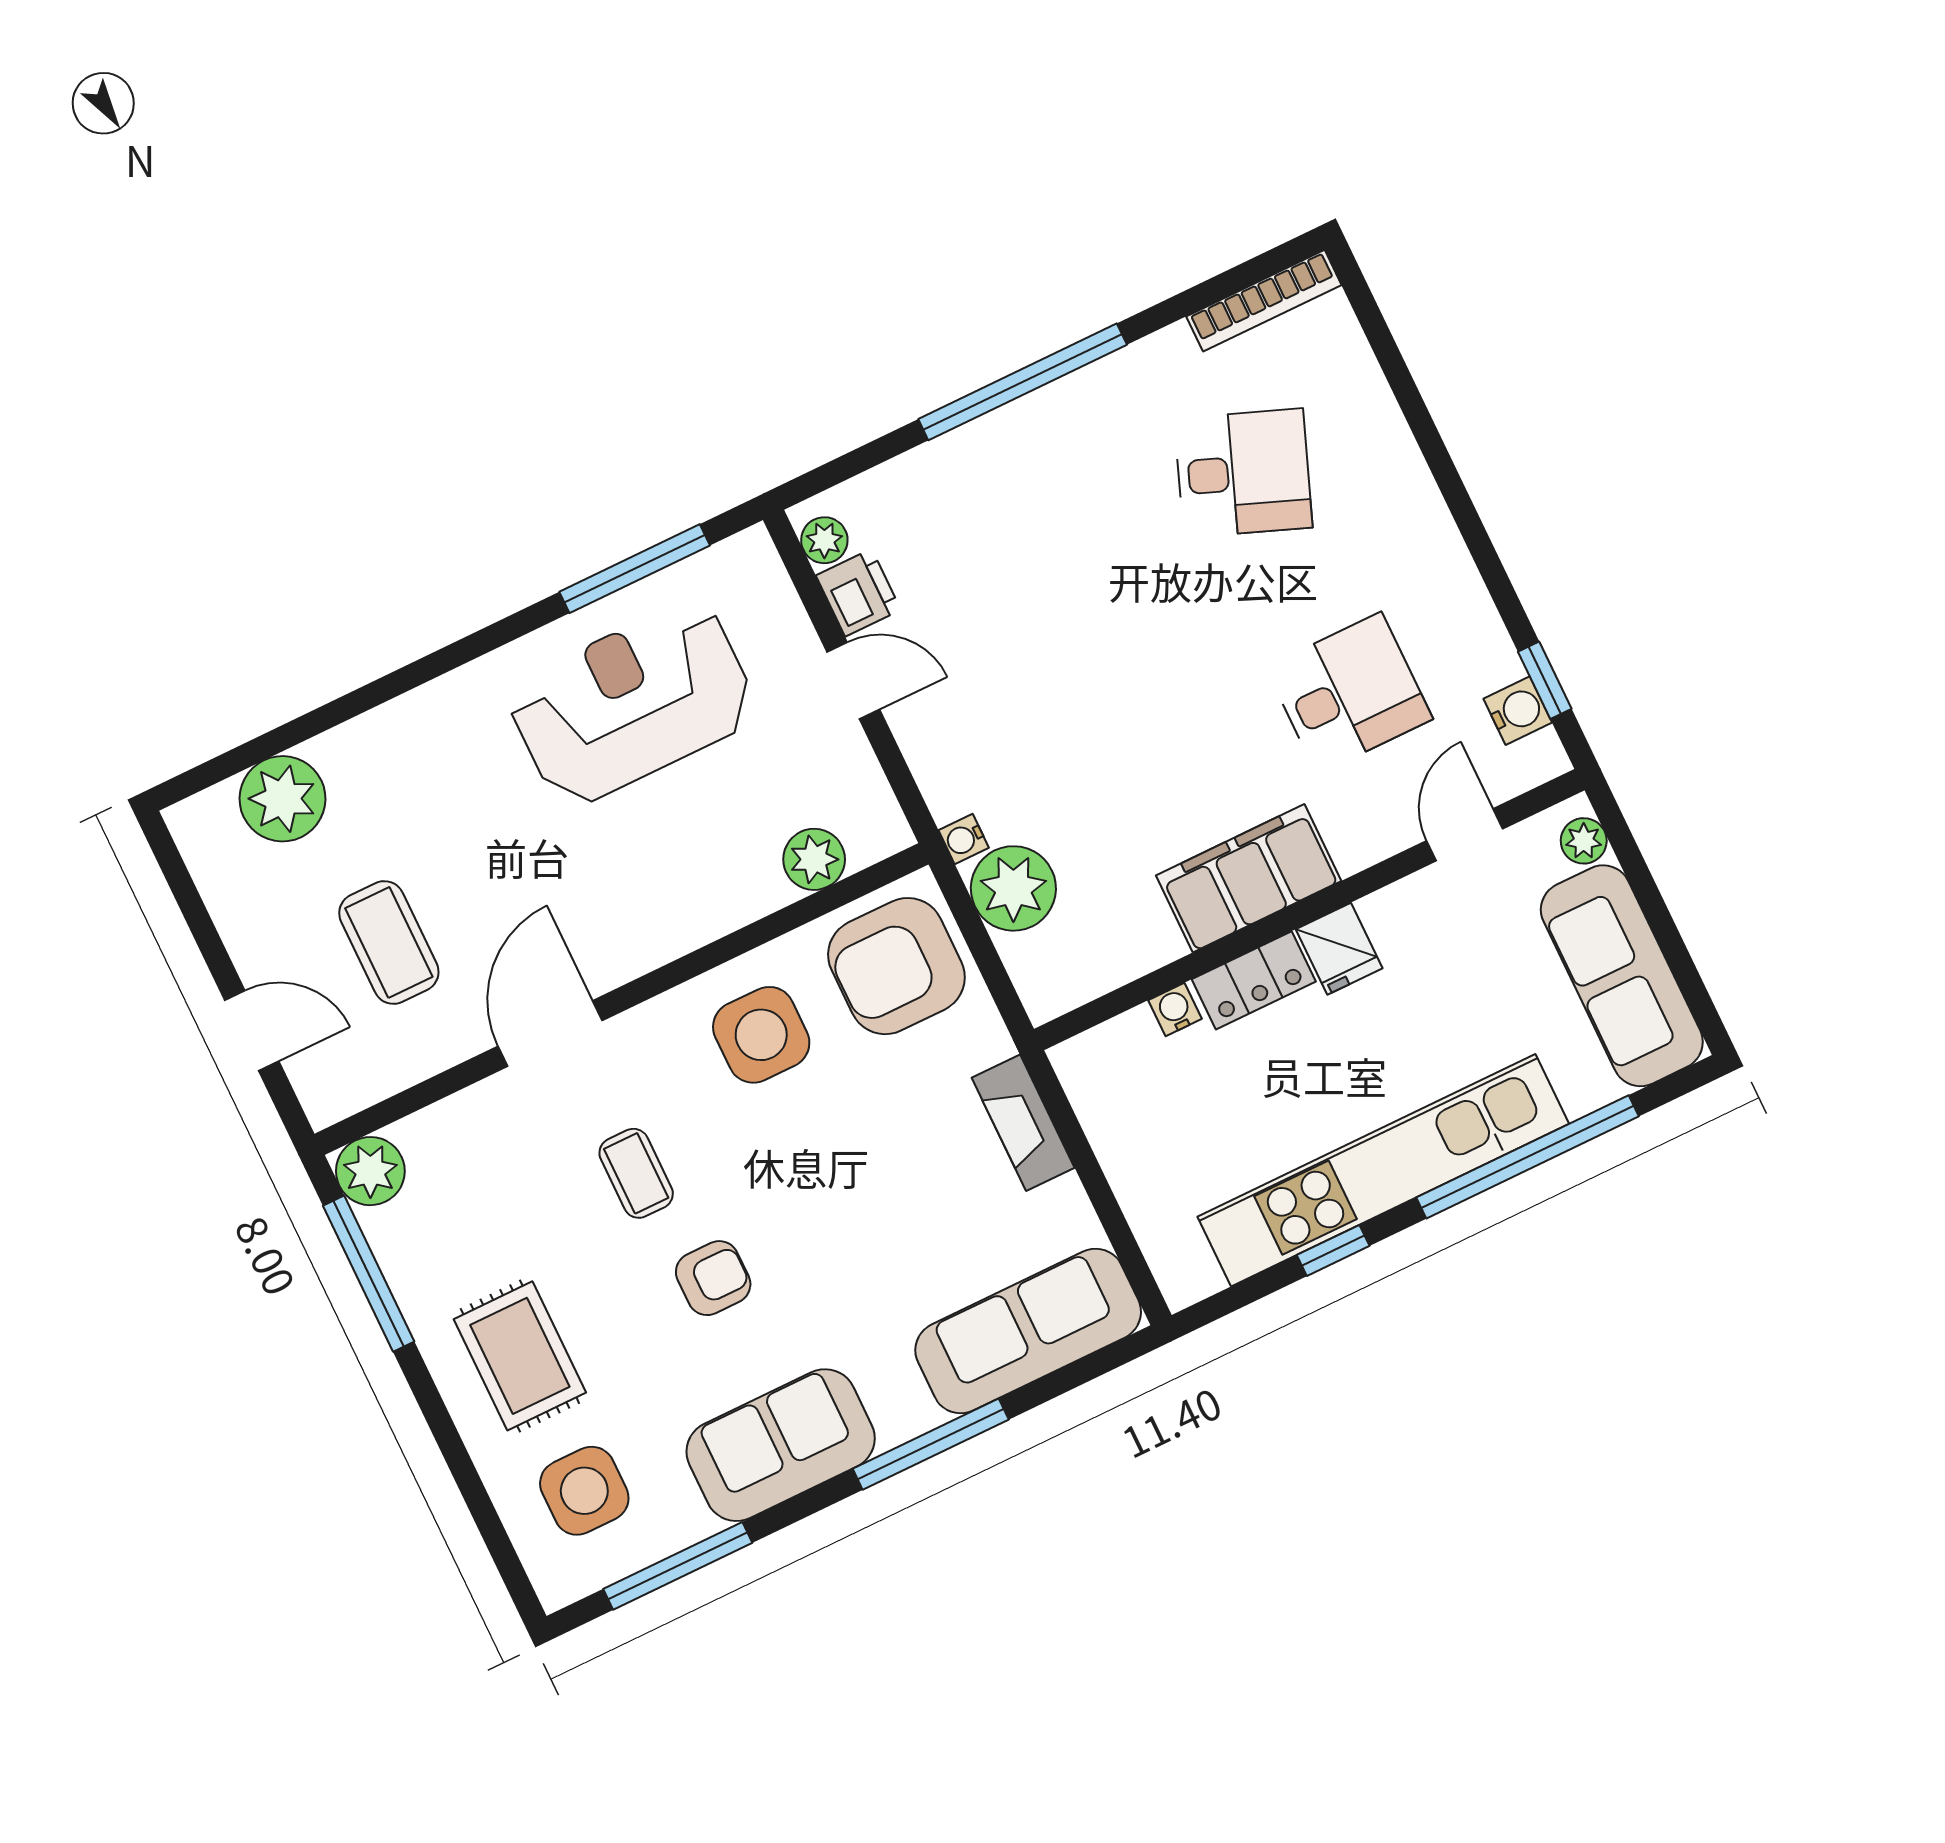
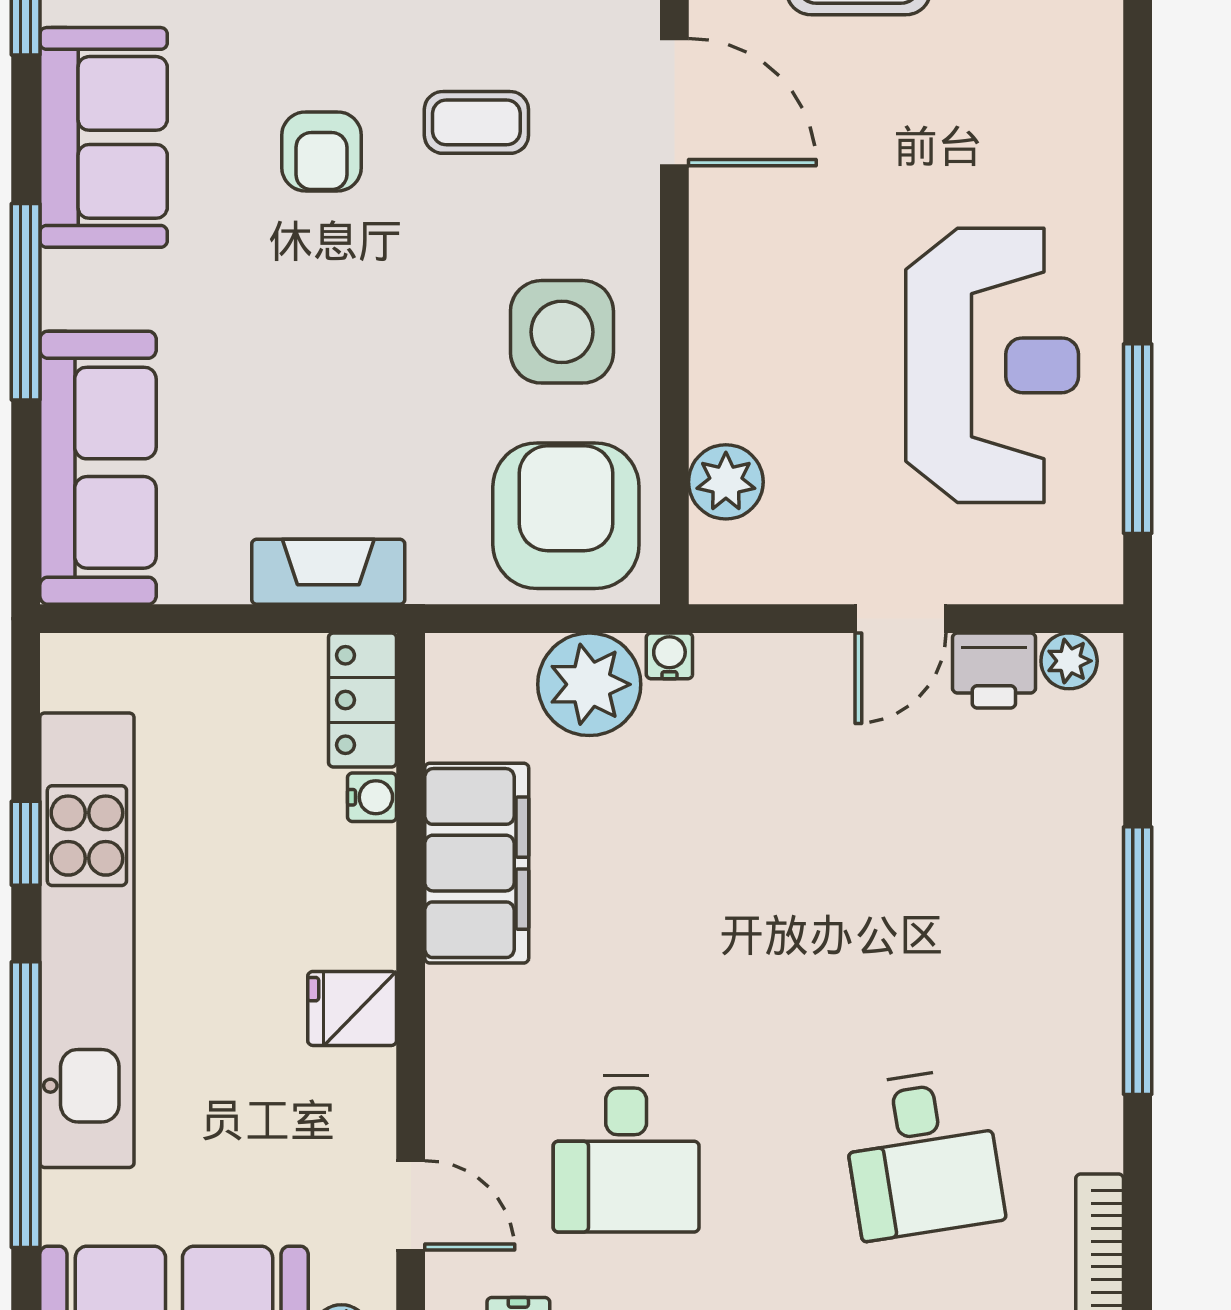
desk: (1243, 473) -> (922, 1154), turned -30
filing cabinet: (1249, 878) -> (477, 863), moved
locker: (1254, 980) -> (362, 700), moved

